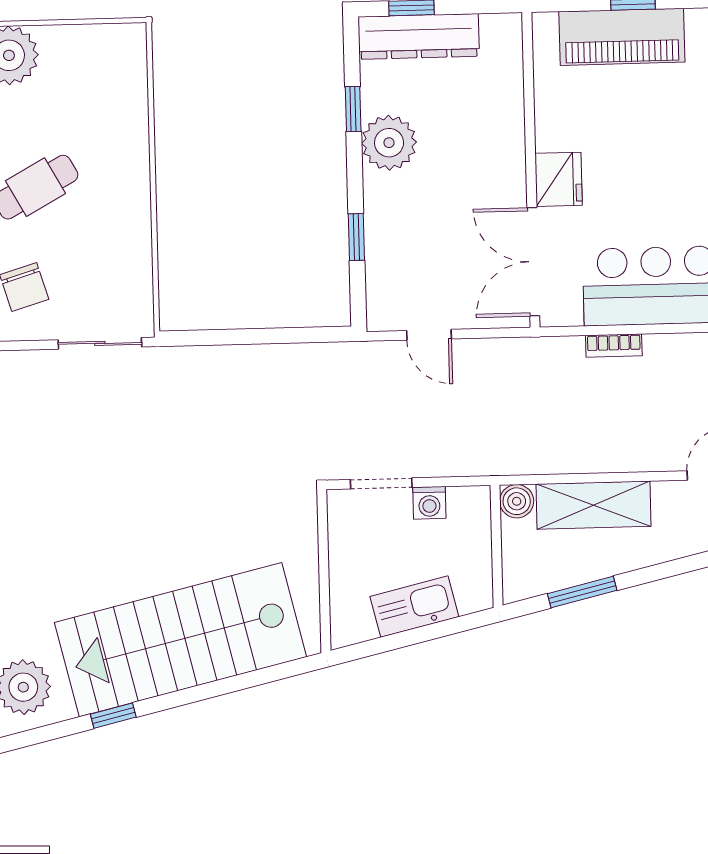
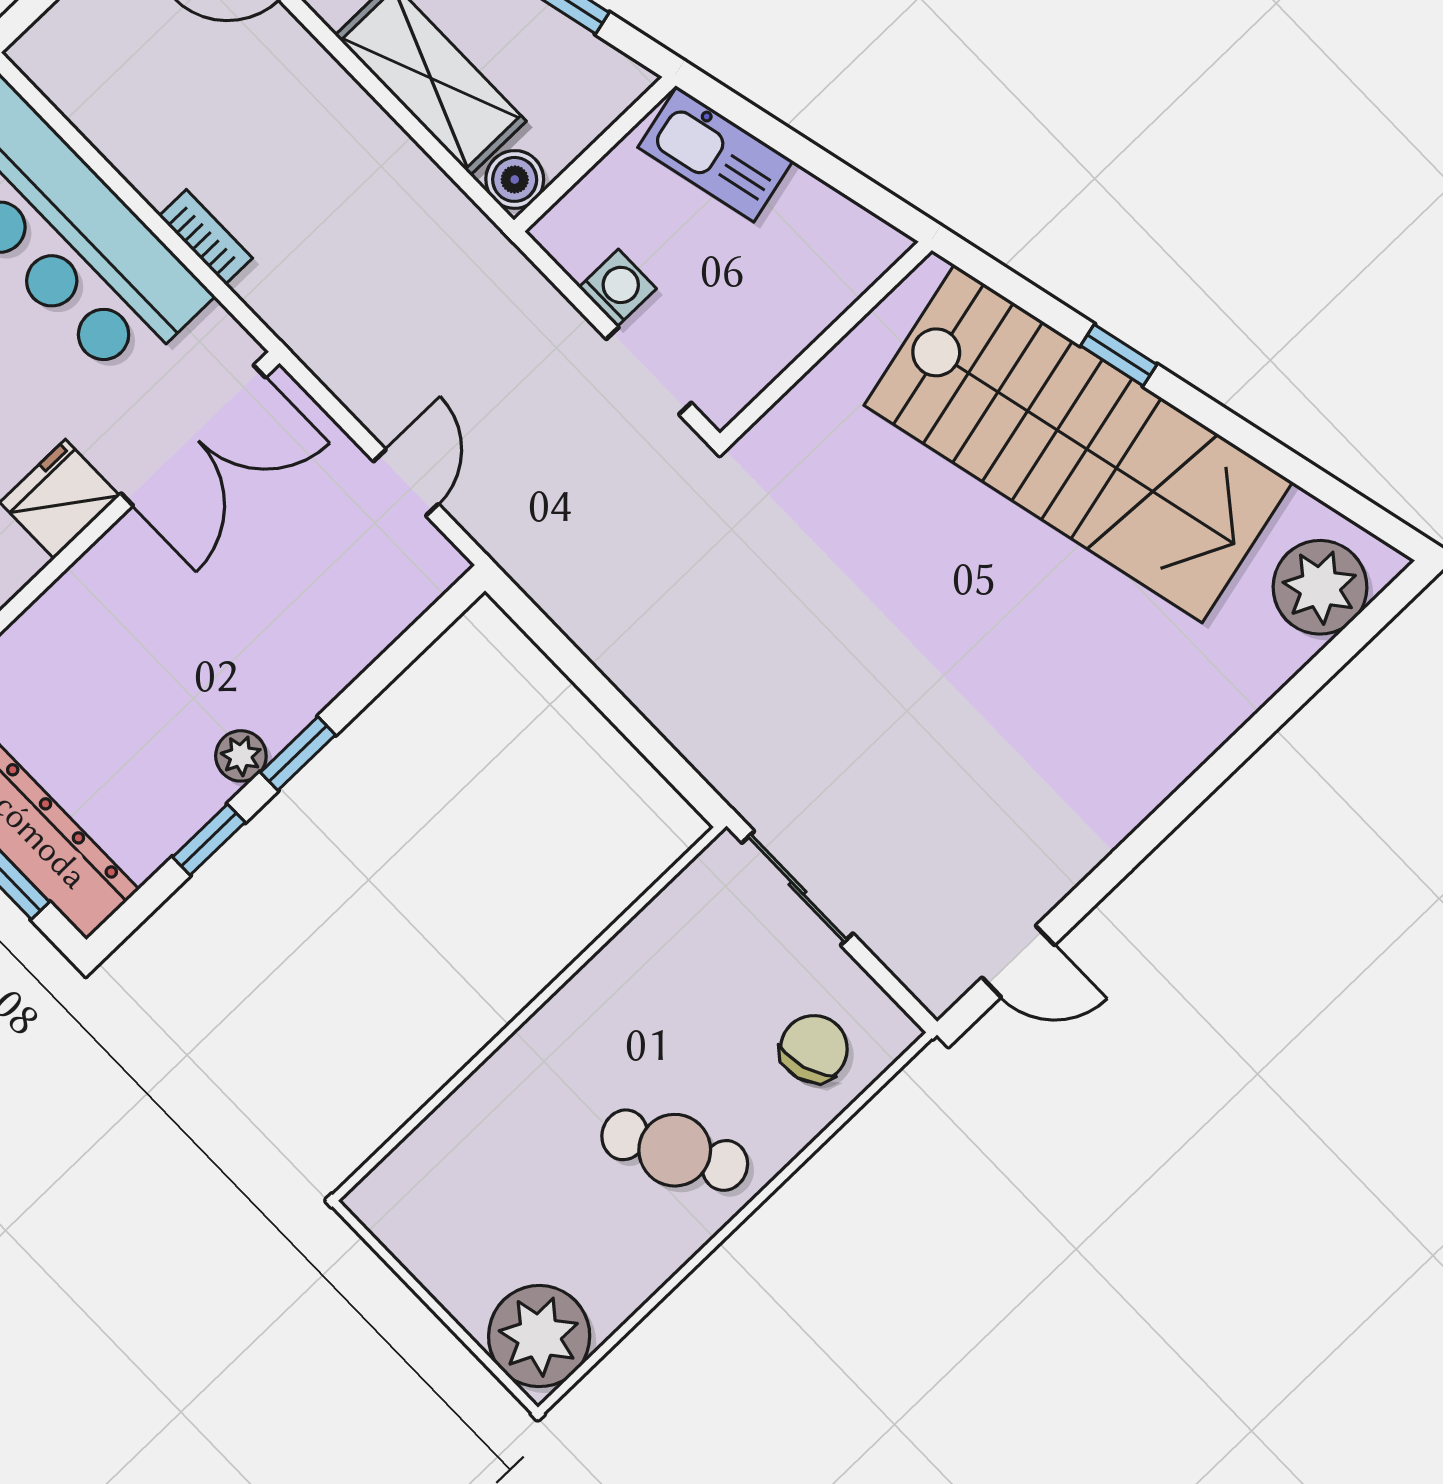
plant: (389, 143) -> (241, 756), width x0.53, depth x0.53
window: (356, 237) -> (298, 754), moved
kitchen sink: (414, 607) -> (715, 154), moved
window: (113, 716) -> (1119, 355), moved

